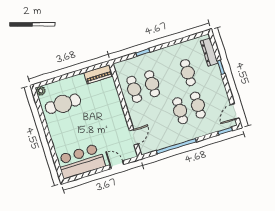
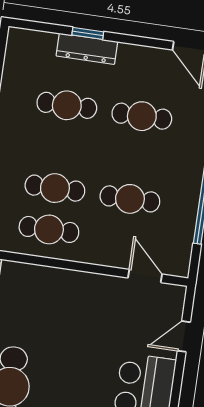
dresser: (209, 52) -> (87, 49), moved
cafe table: (180, 111) -> (130, 199), moved

